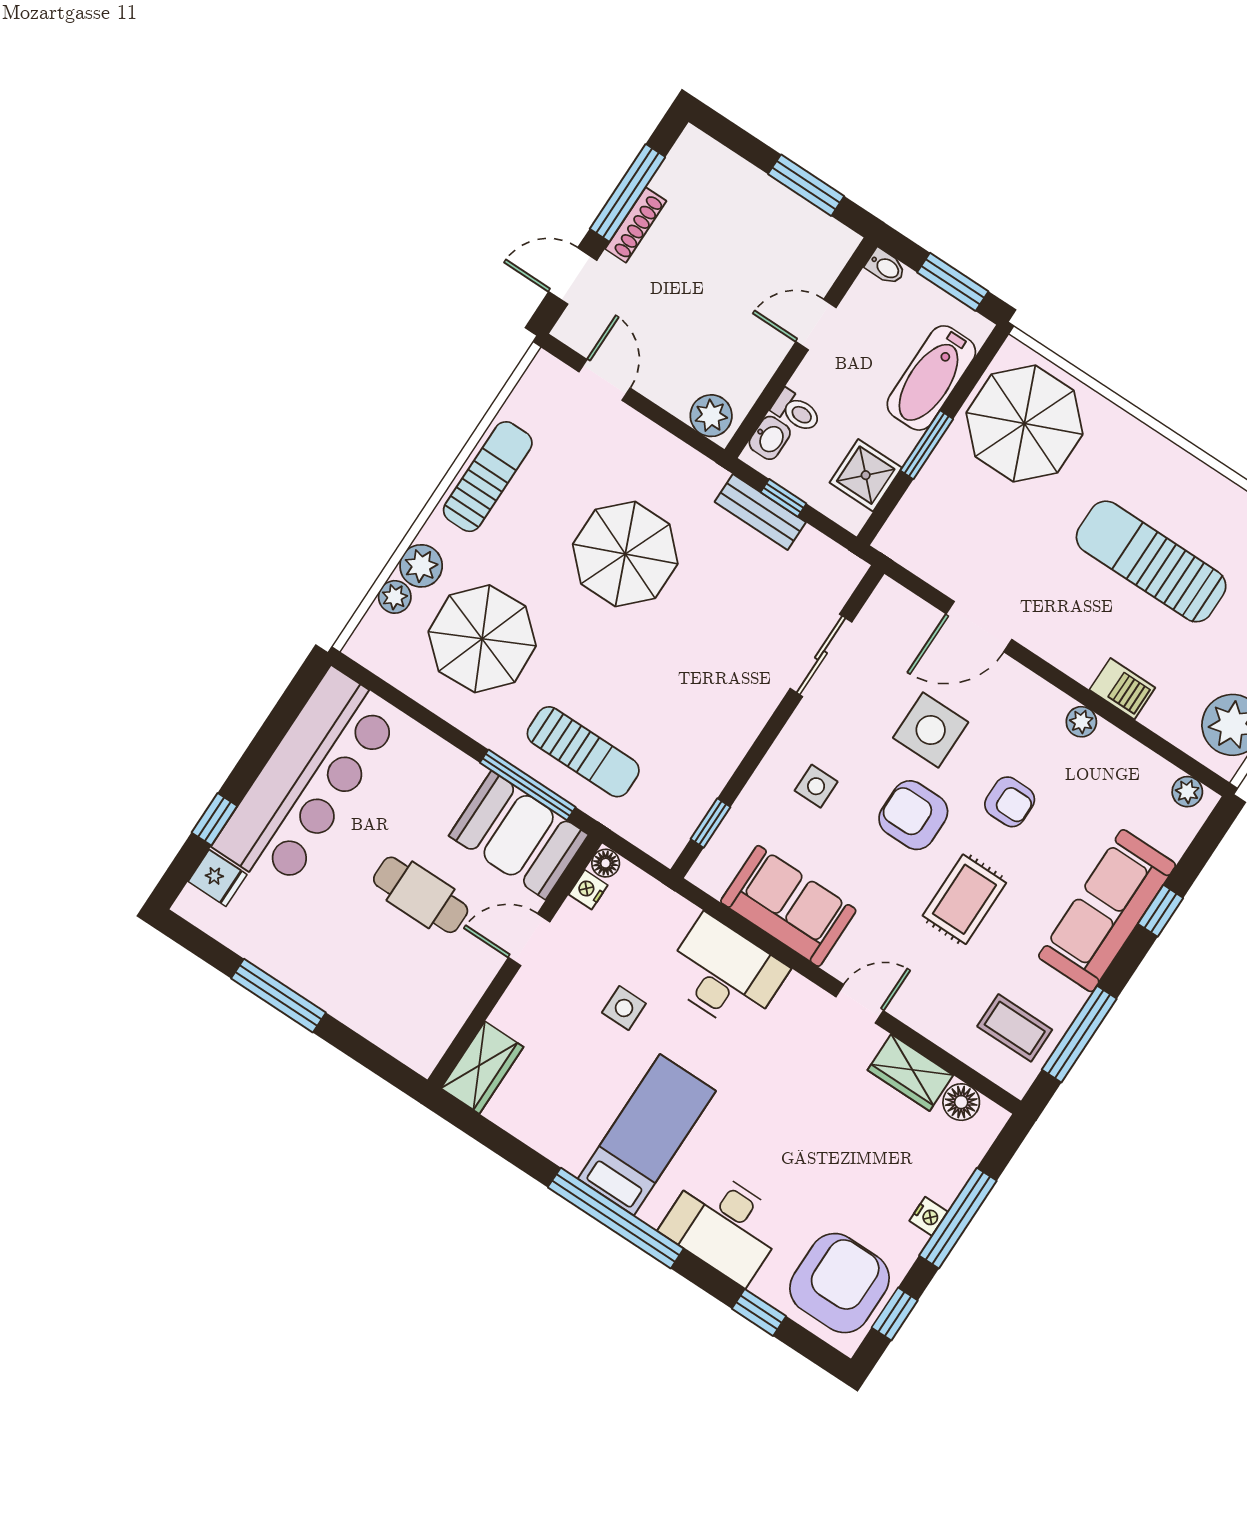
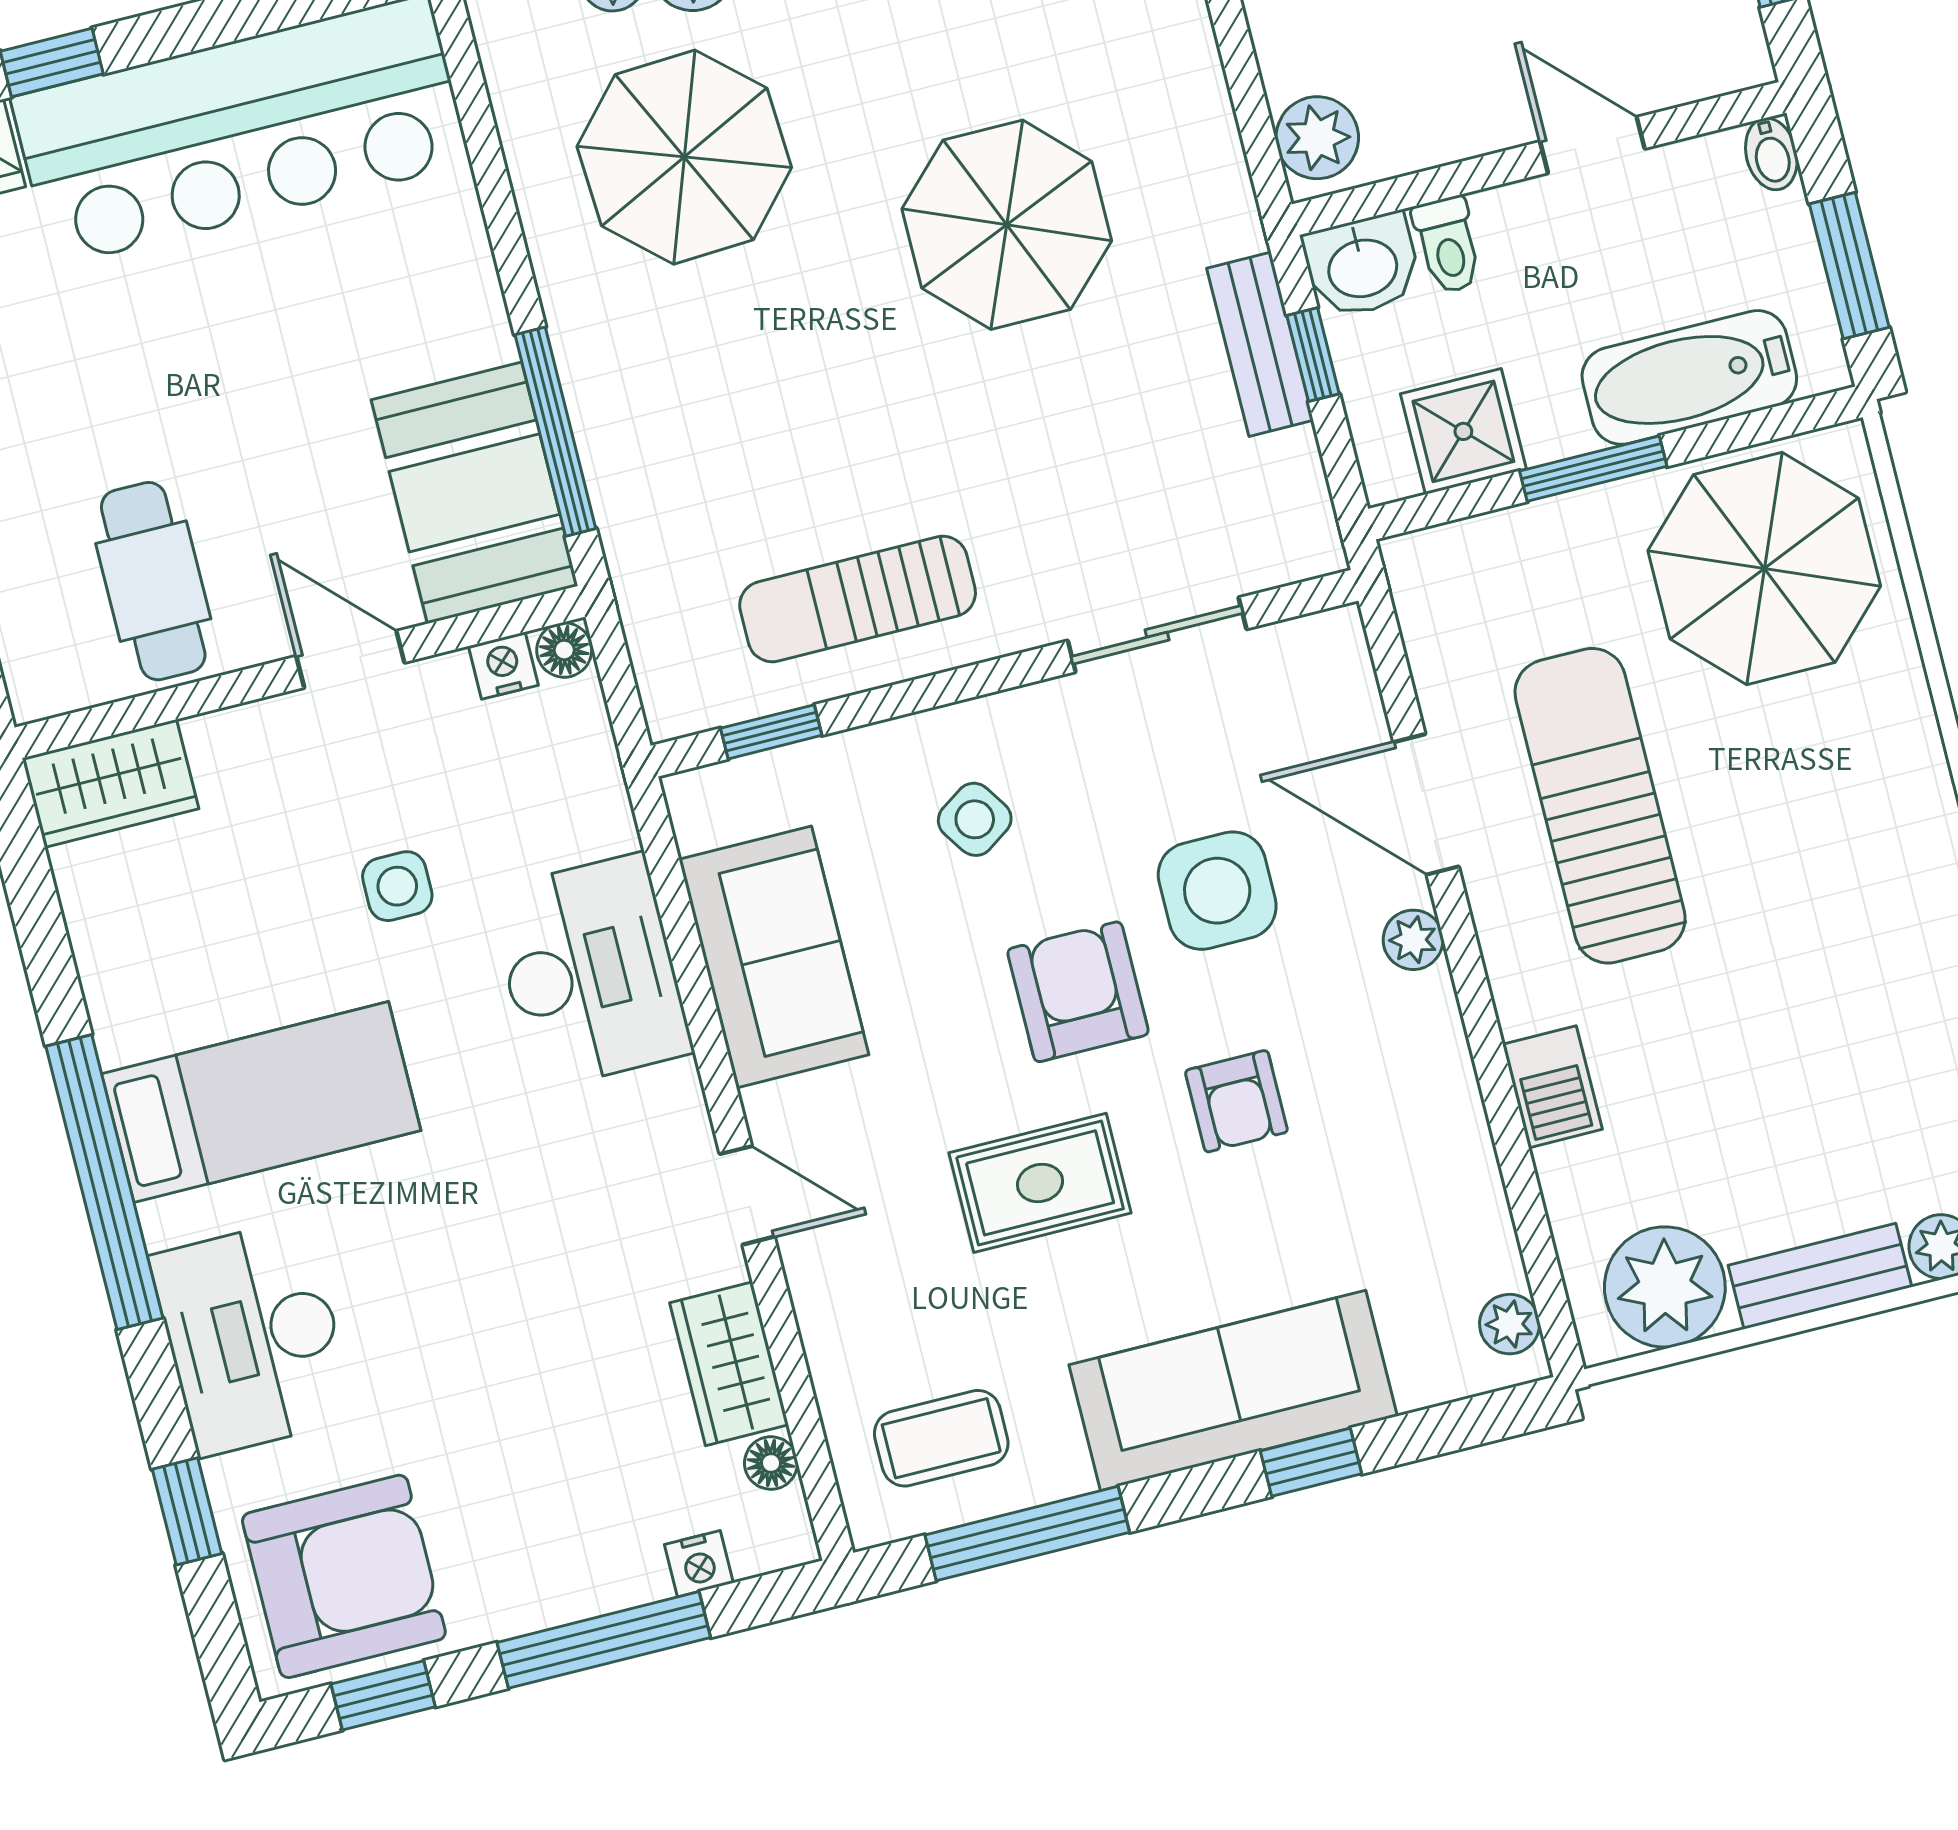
washbasin: (770, 438) -> (1362, 266), width x1.38, depth x1.45
sun lounger: (1151, 561) -> (1600, 806), moved
plant: (1081, 722) -> (1413, 940), moved
sun lounger: (583, 752) -> (858, 599), moved, turned 90
side table: (816, 786) -> (975, 819), turned -34
cafe table: (421, 895) -> (153, 581), moved
coffee table: (1015, 1028) -> (941, 1438), turned 90
floor lamp: (961, 1102) -> (771, 1463), width x0.73, depth x0.73
nightstand: (928, 1216) -> (699, 1564), moved

